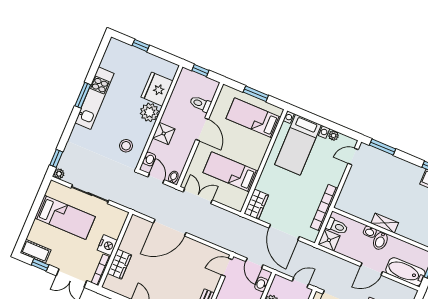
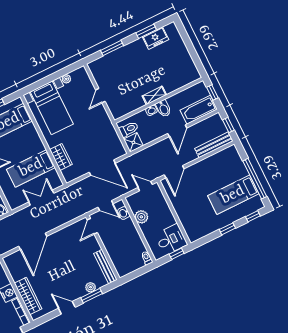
window: (383, 147) -> (112, 48), moved
door: (353, 157) -> (100, 96), moved
double door: (198, 196) -> (41, 198), moved
wardrobe: (256, 204) -> (61, 157), moved
bookcase: (324, 208) -> (109, 127), removed
wardrobe: (119, 264) -> (28, 296), width x1.50
door: (300, 283) -> (145, 186), hinge flipped

